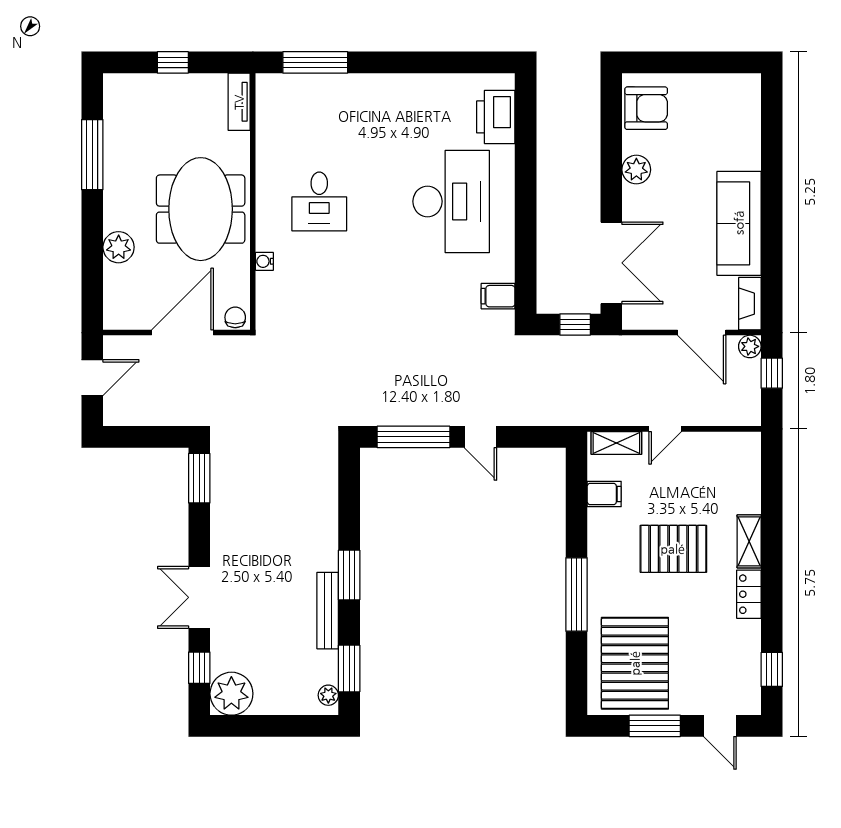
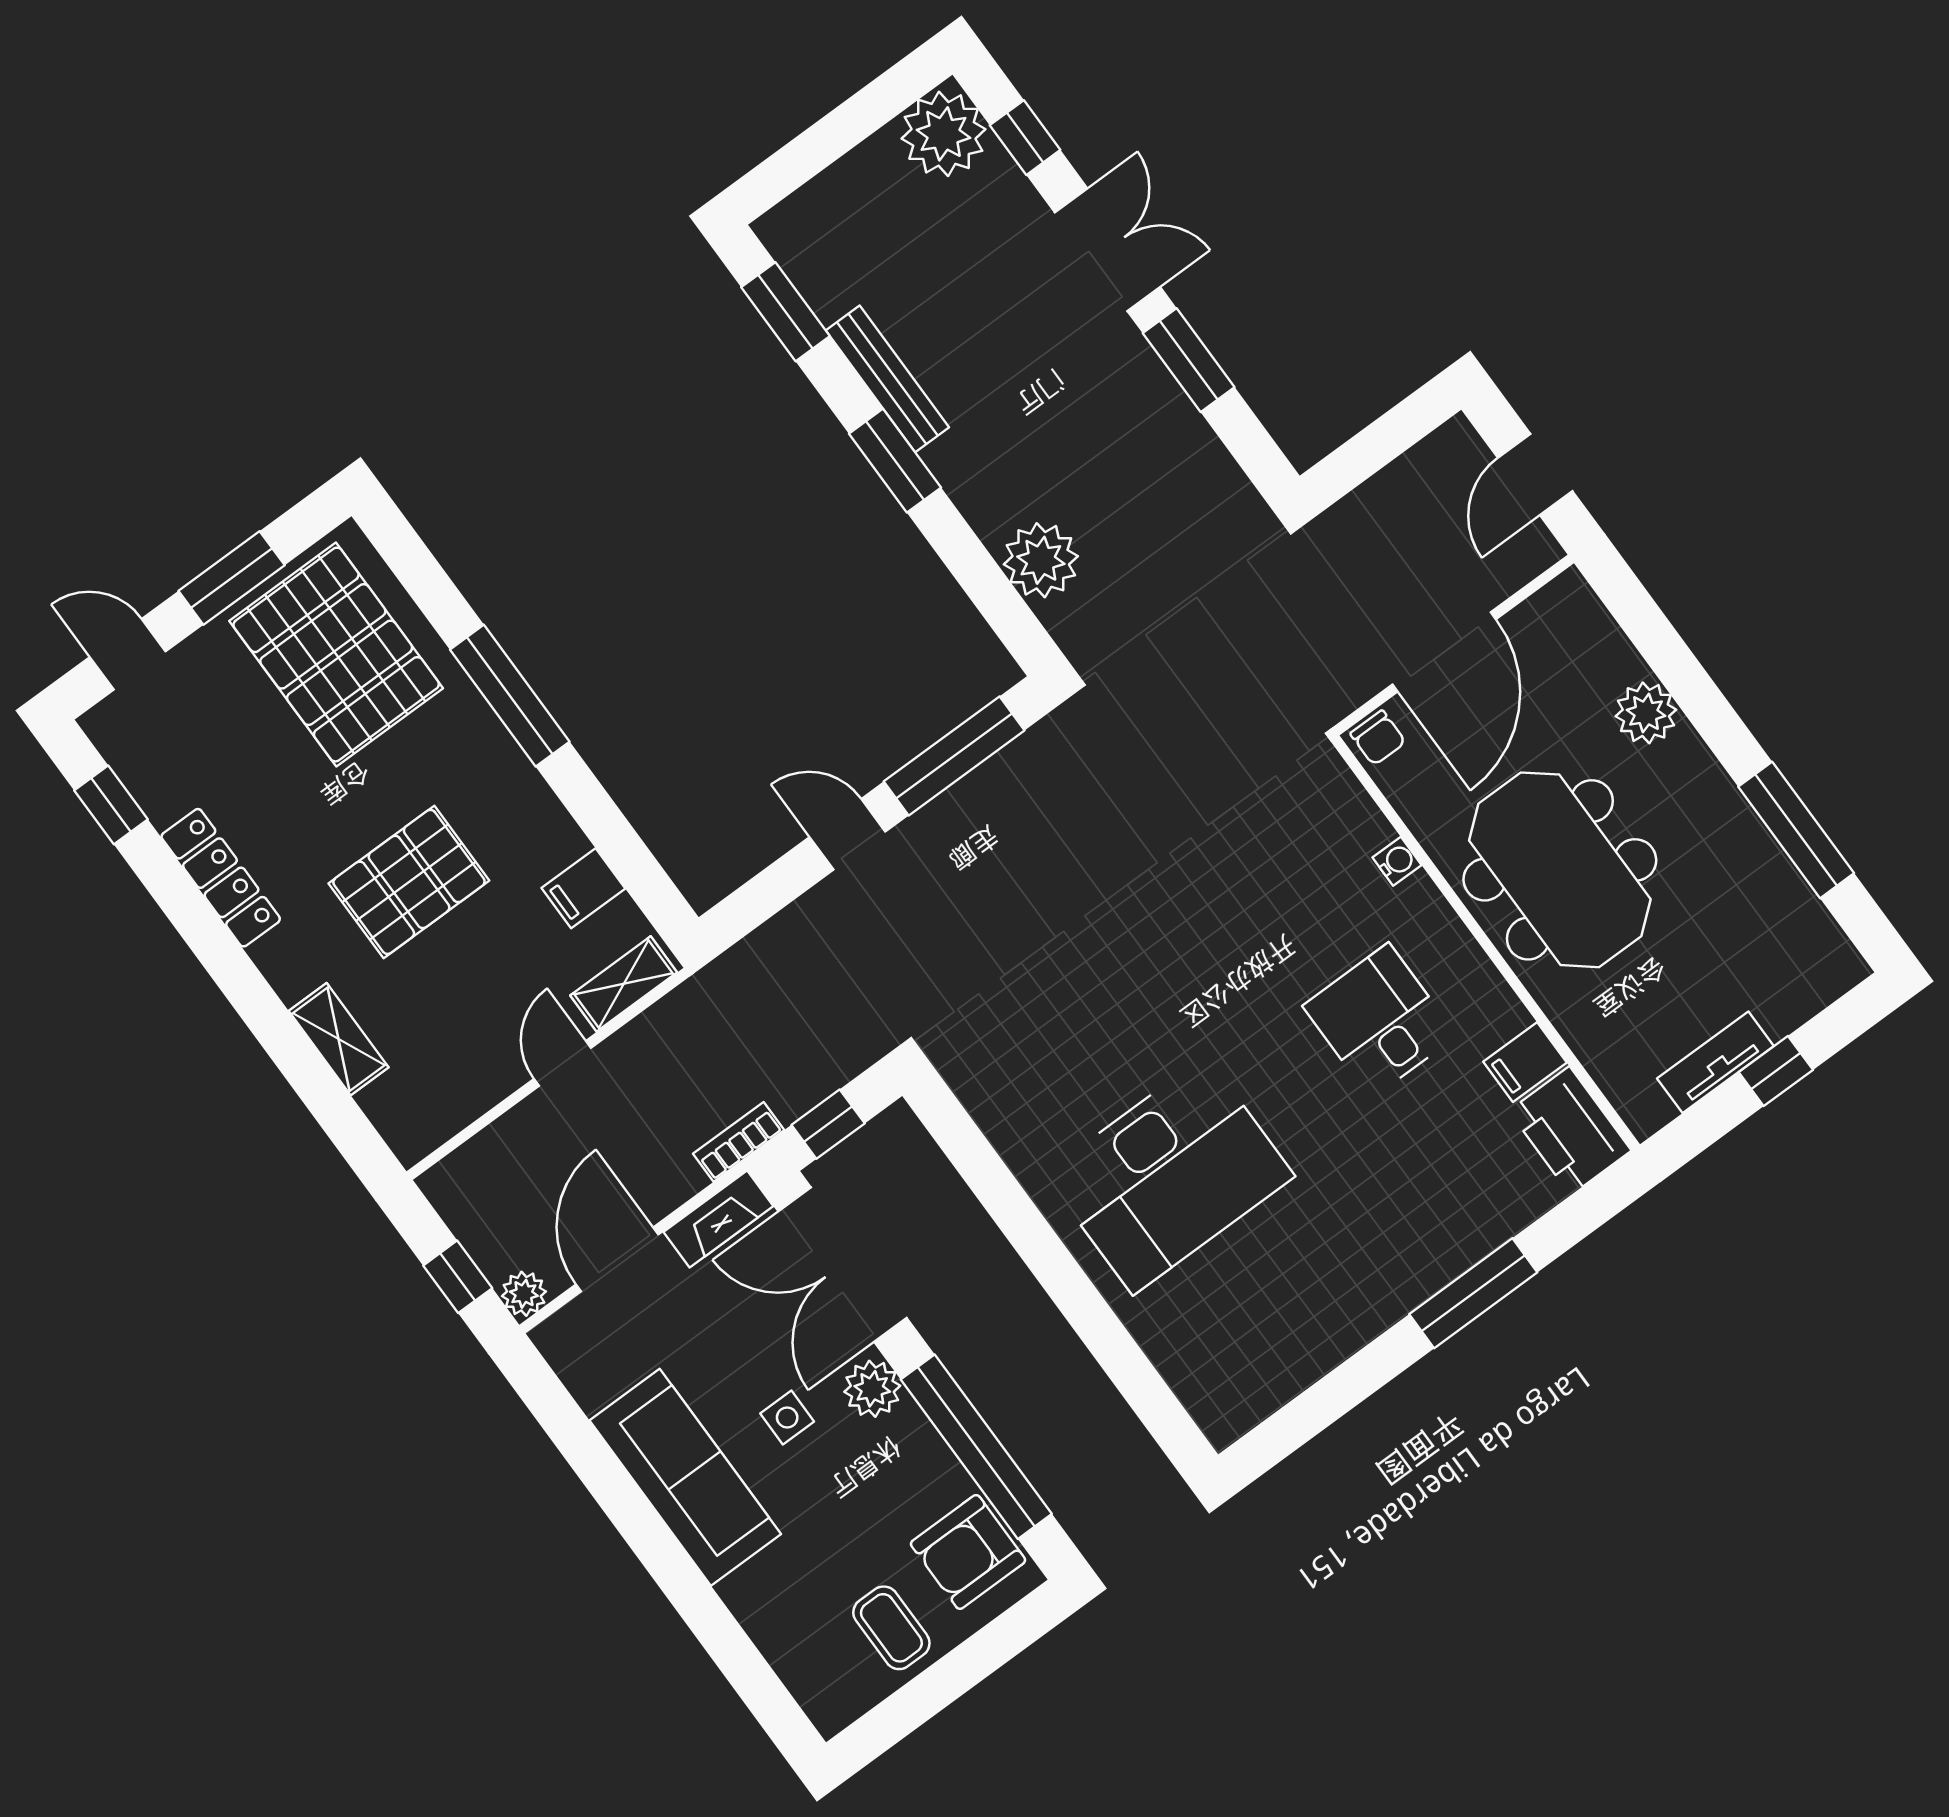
window: (315, 62) -> (1473, 1293), moved
coffee table: (700, 100) -> (891, 1628), added
tv unit: (239, 102) -> (1715, 1062), moved, turned -90
printer: (496, 117) -> (1570, 1131), moved, turned 180
window: (611, 149) -> (976, 1447), added
plant: (636, 170) -> (872, 1389), moved
desk: (451, 201) -> (1169, 1175), turned -90
side table: (680, 217) -> (787, 1417), added
filing cabinet: (498, 296) -> (1525, 1062), moved, turned 180
fireplace: (750, 304) -> (718, 1219), moved, turned 90
door: (702, 333) -> (617, 1259), hinge flipped
bookcase: (617, 344) -> (739, 1142), added
window: (199, 478) -> (1189, 360), moved
shelving: (749, 541) -> (339, 1039), moved
locker: (749, 594) -> (221, 878), width x1.53
plant: (328, 695) -> (1041, 560), moved, width x1.88, depth x1.88

